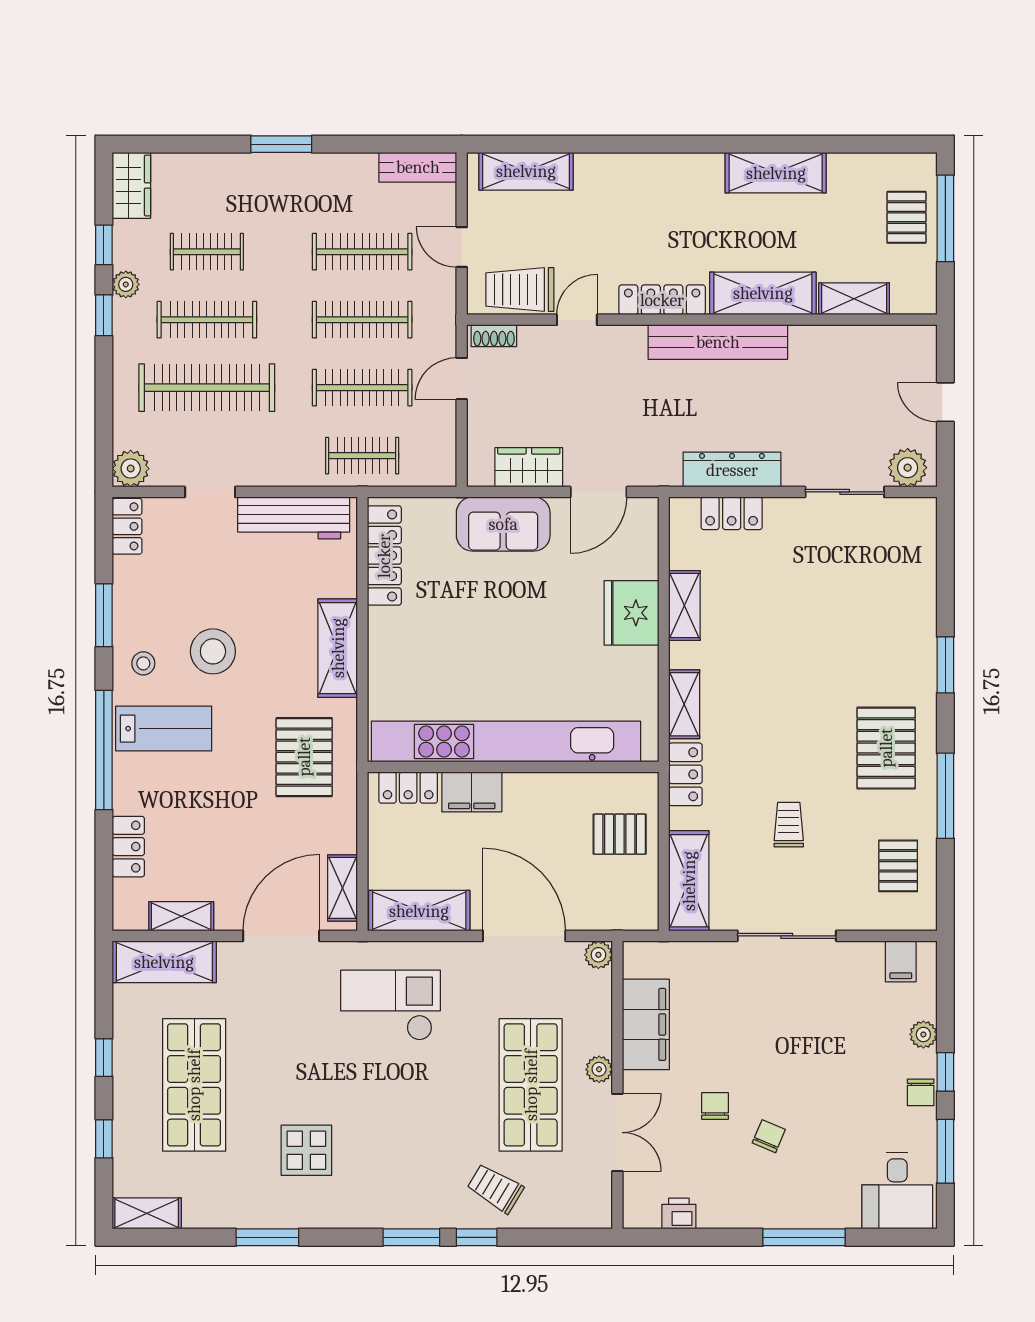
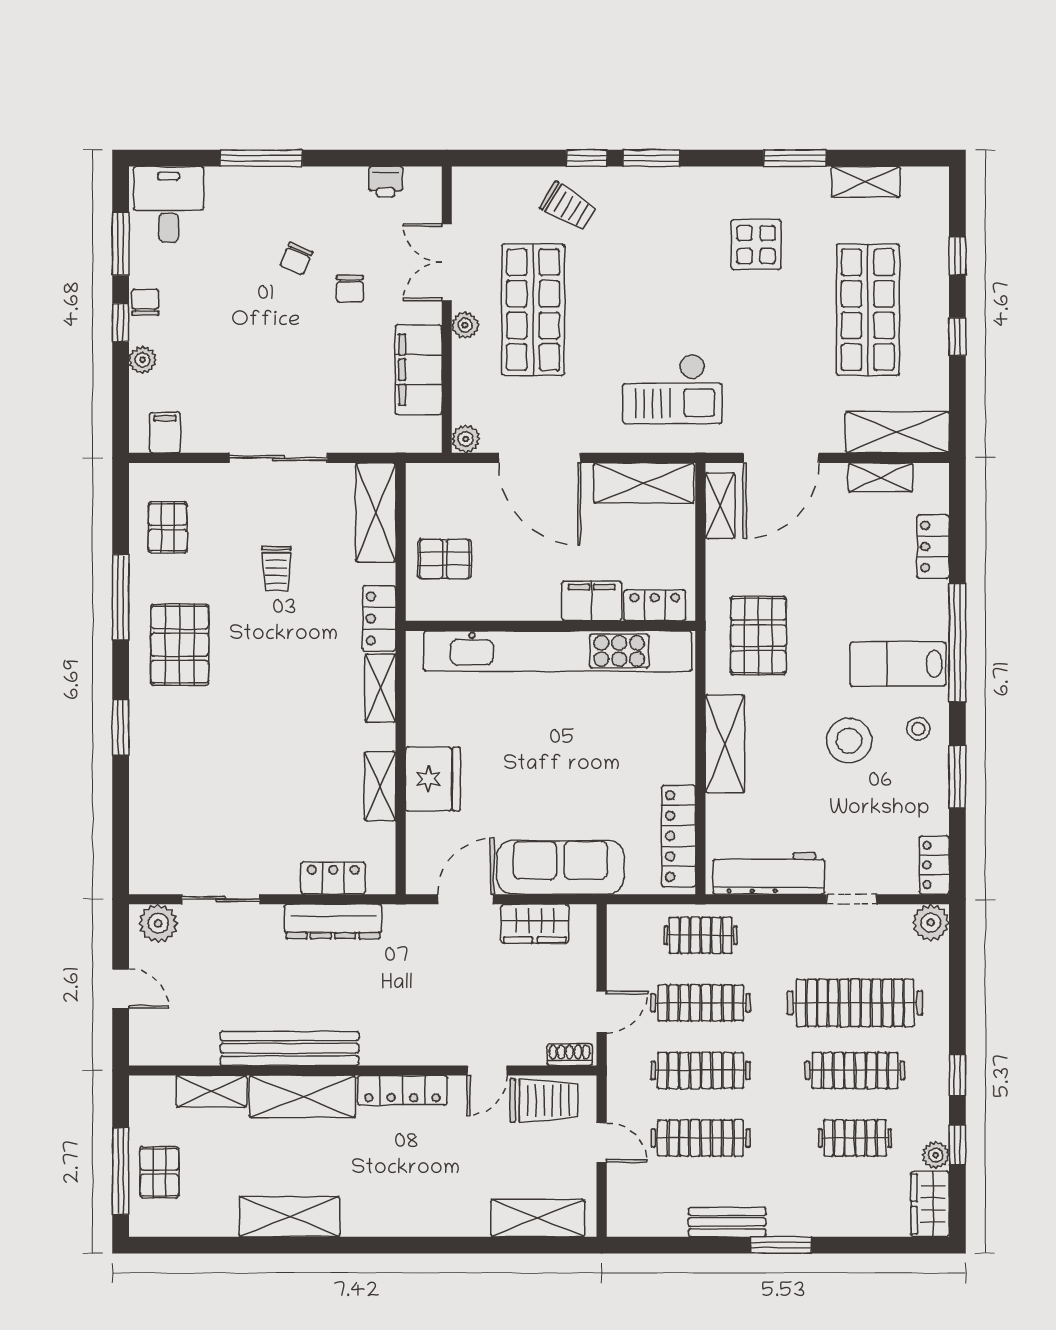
bench: (418, 167) -> (727, 1222), moved
plant: (126, 284) -> (936, 1155), moved
bench: (718, 342) -> (290, 1048), moved
sofa: (503, 524) -> (560, 867), width x1.36
shelving: (147, 1213) -> (866, 182), moved

